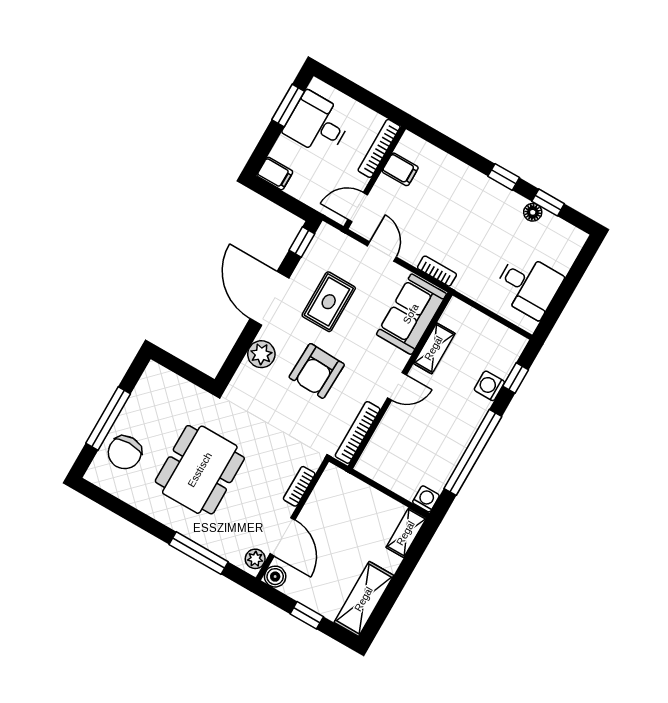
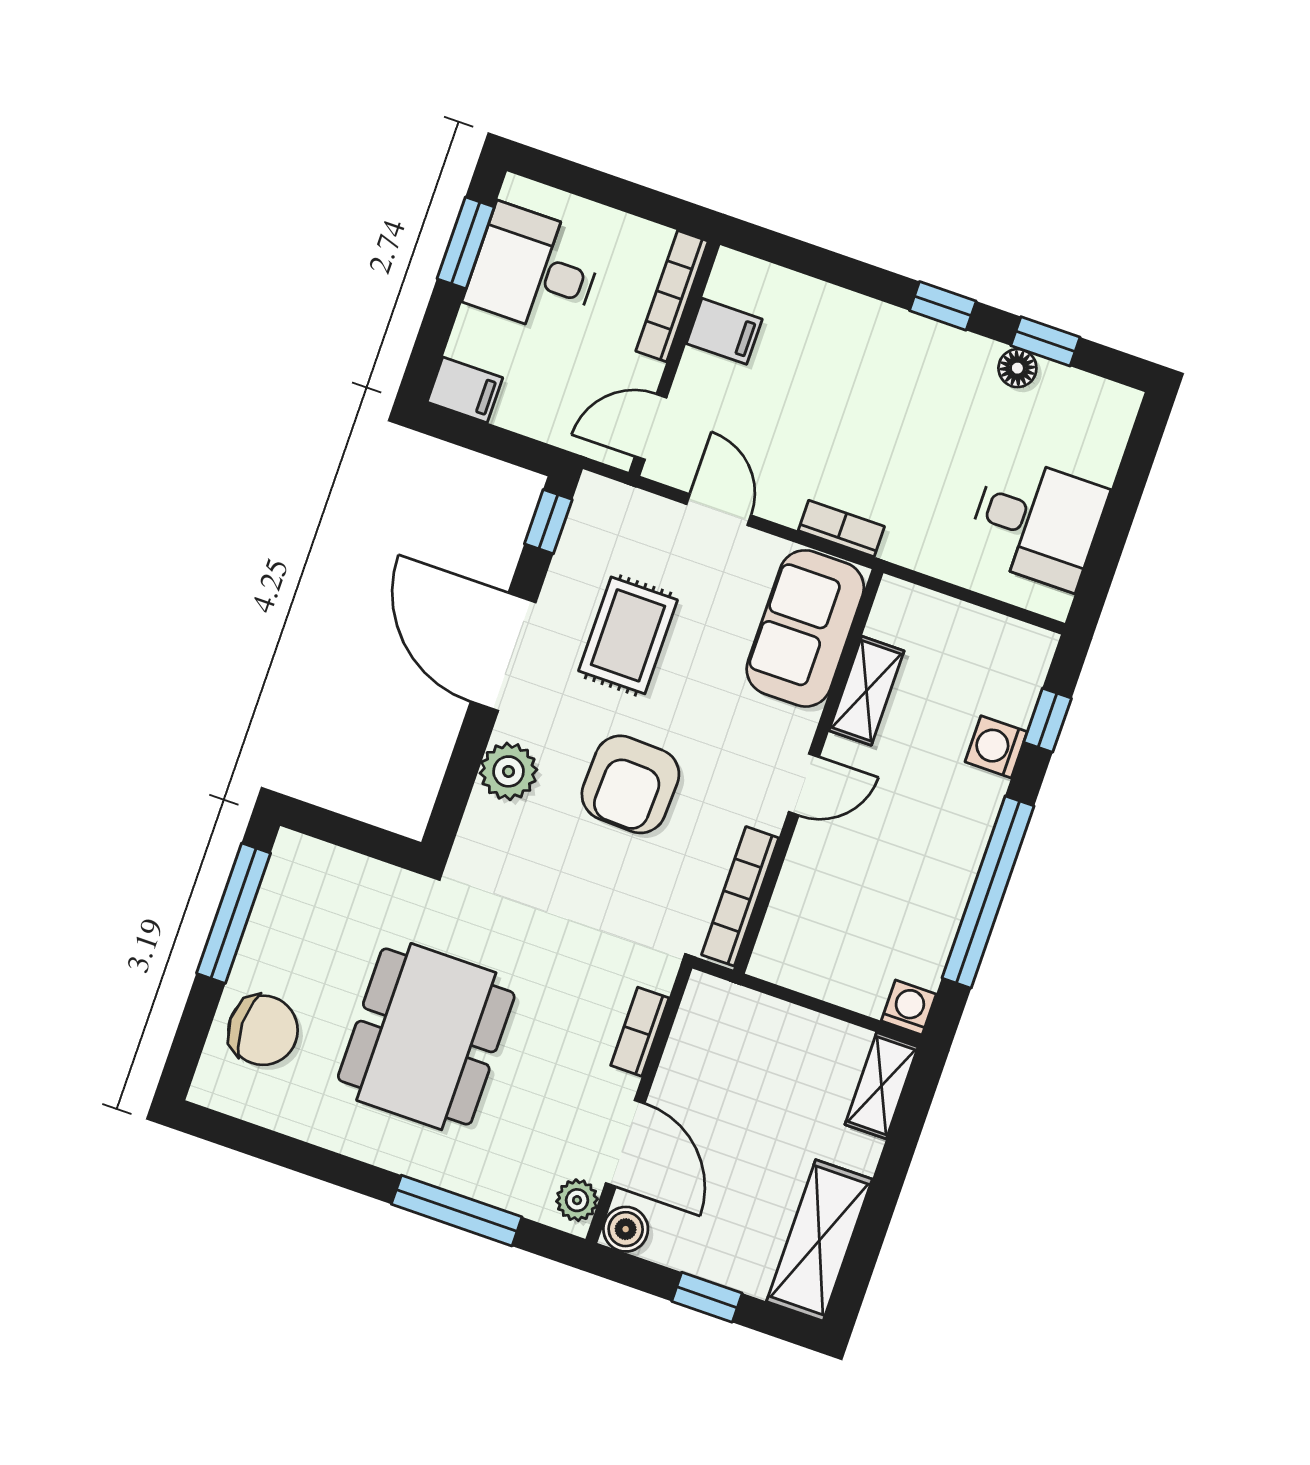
window: (108, 419) -> (234, 913), moved
chair: (125, 452) -> (263, 1030), turned -90

